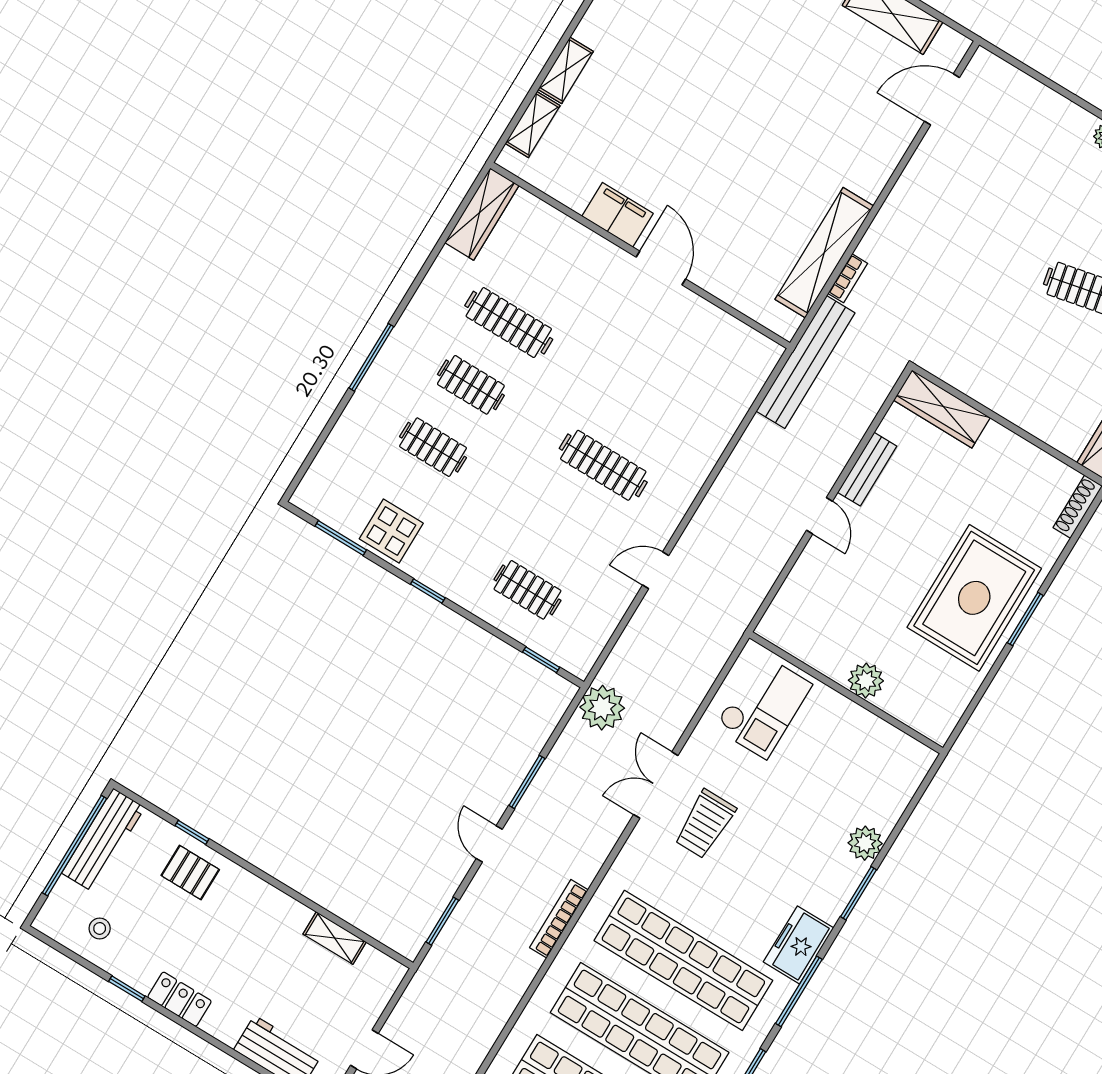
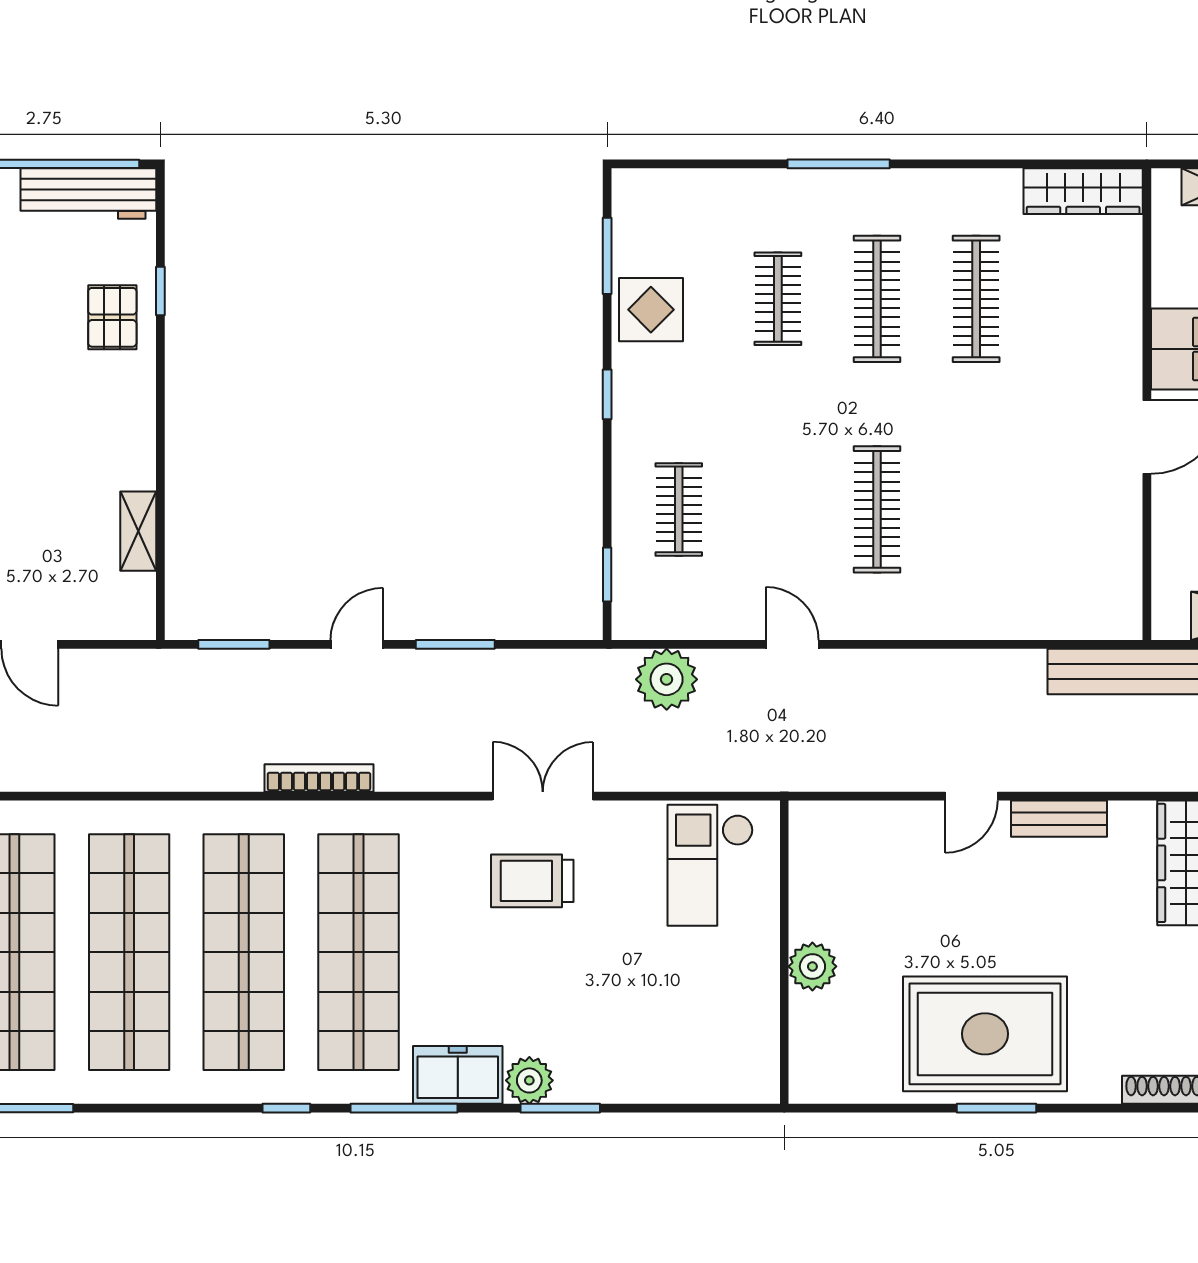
clothes rail: (471, 385) -> (877, 299), width x1.36
checkout: (763, 706) -> (710, 865), turned 90
plant: (602, 708) -> (667, 679), moved
plant: (865, 843) -> (529, 1080), moved

